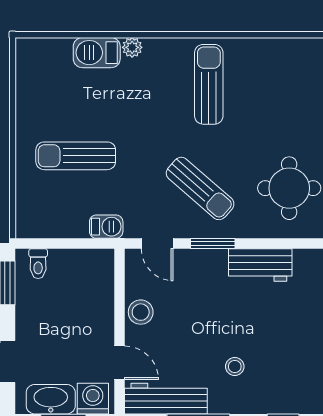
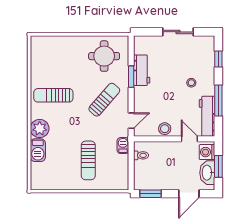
plant: (132, 47) -> (40, 129), width x1.88, depth x1.88
window: (213, 244) -> (131, 77), moved
toilet: (38, 264) -> (141, 155), moved
door: (120, 363) -> (189, 139), hinge flipped

